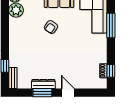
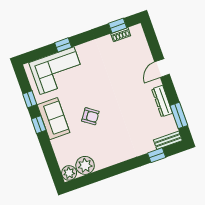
window: (111, 26) -> (63, 45), width x0.46
window: (42, 93) -> (179, 115), moved

